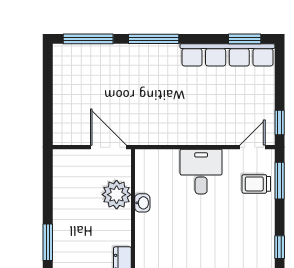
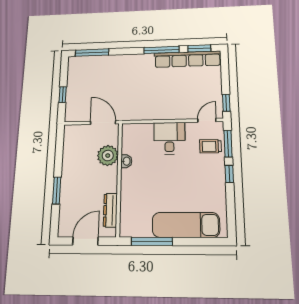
window: (154, 39) -> (161, 50), moved
window: (48, 103) -> (63, 95), added
window: (280, 247) -> (229, 174), moved

